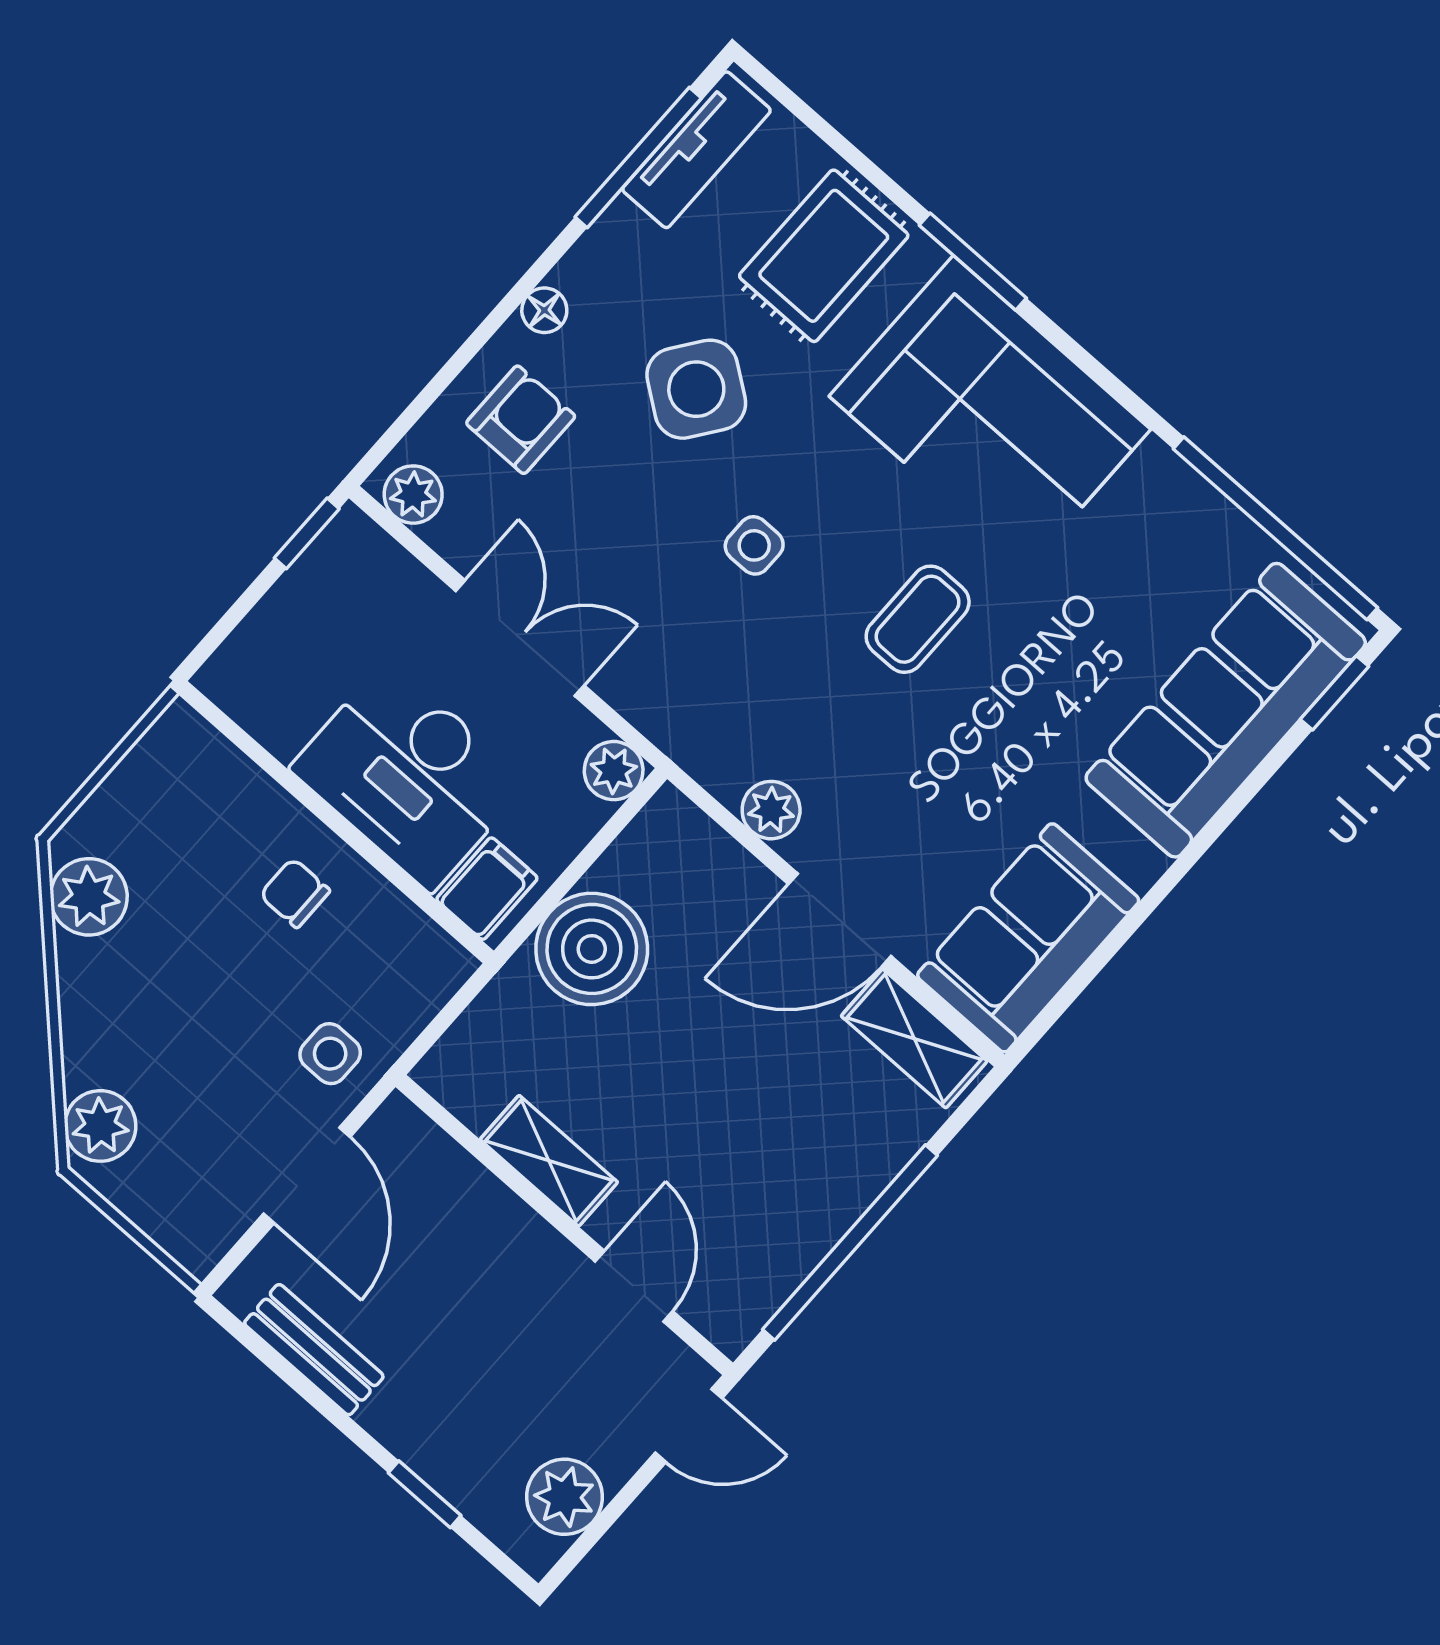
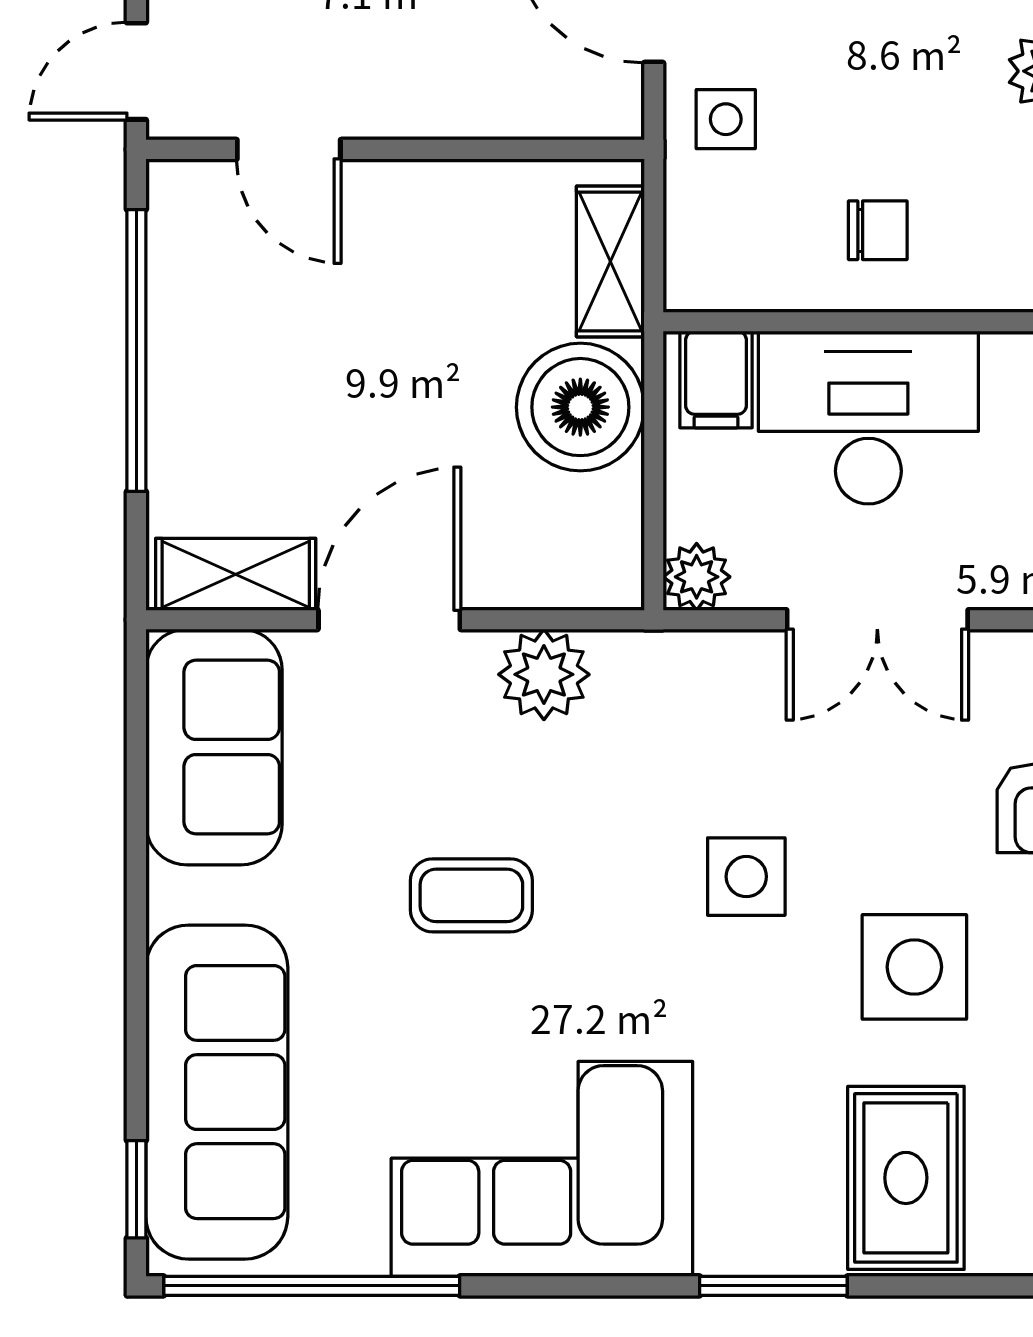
side table: (696, 389) -> (914, 967), turned -36
corner sofa: (990, 413) -> (542, 1169), moved
side table: (754, 545) -> (746, 877), width x1.37, depth x1.37
coffee table: (918, 619) -> (471, 895), moved, turned 90
plant: (771, 810) -> (544, 674), width x1.38, depth x1.38
shelving: (549, 1161) -> (610, 261), moved, turned 90

